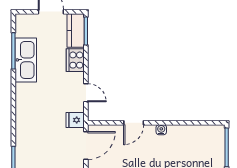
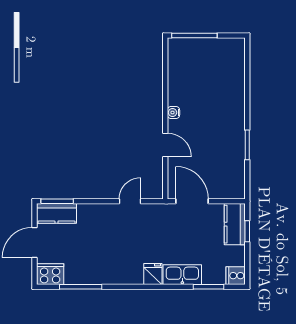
kitchen sink: (26, 60) -> (182, 275), moved, width x0.73, depth x0.81
cooker: (75, 60) -> (50, 274), moved, turned 180
fridge: (75, 120) -> (153, 274), moved, turned 180

